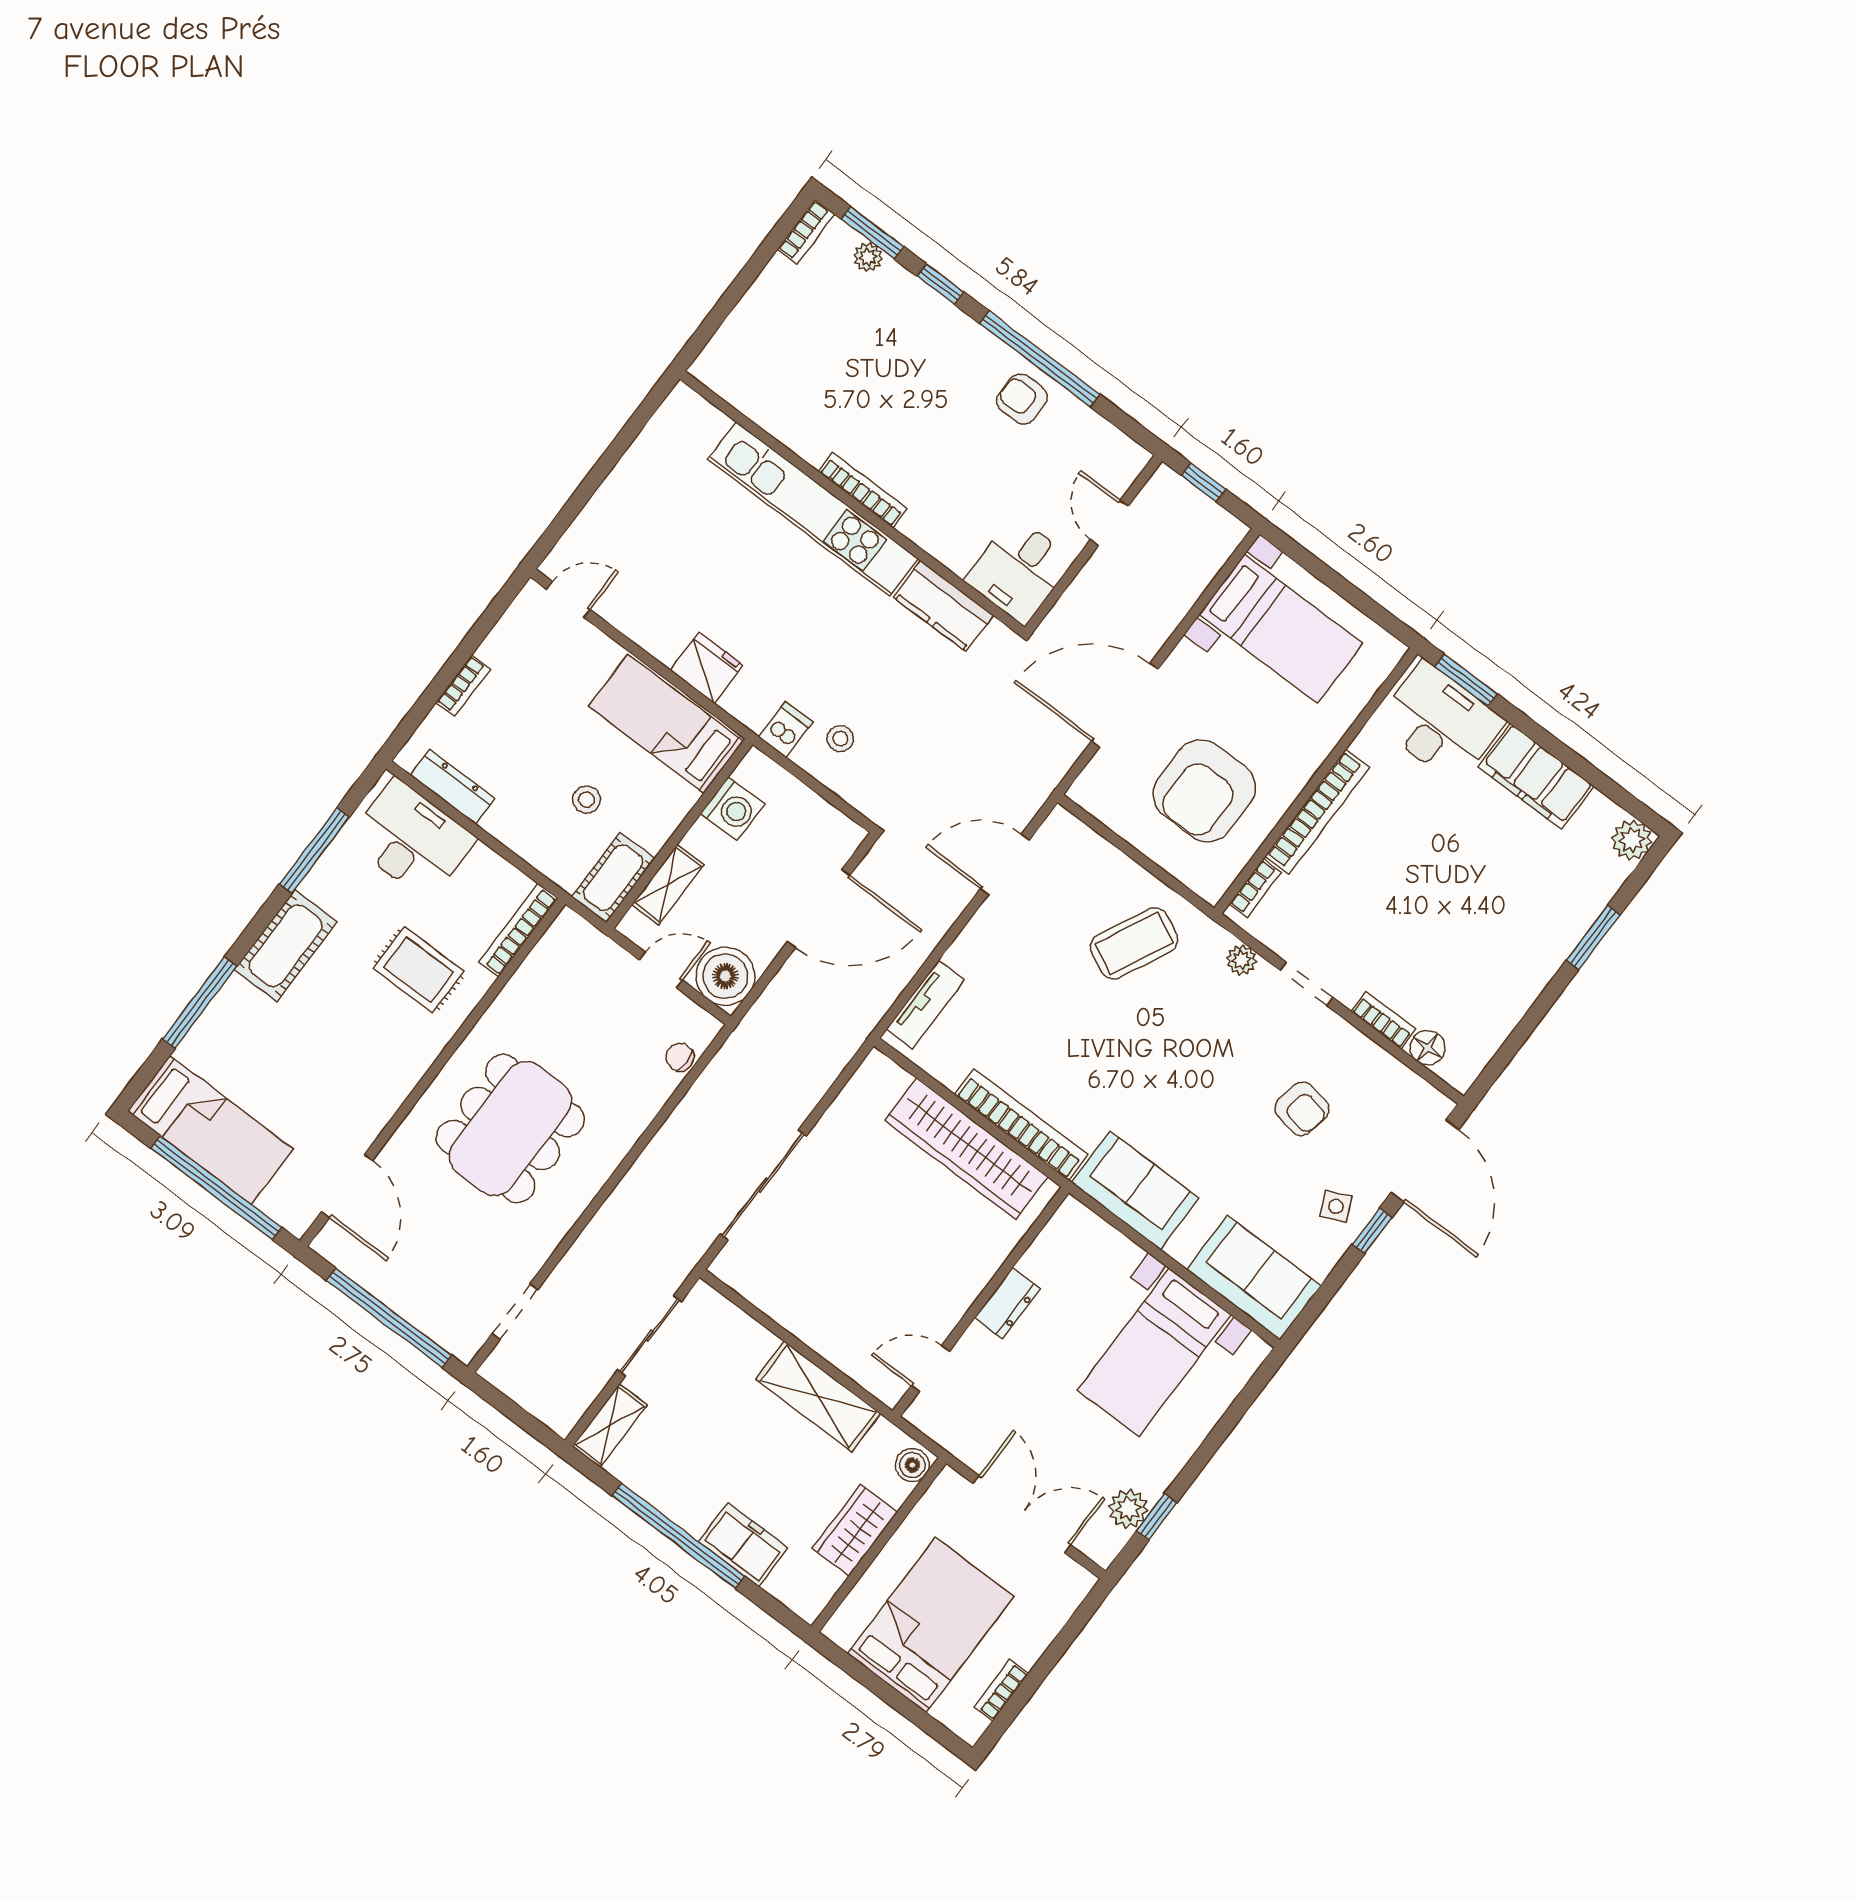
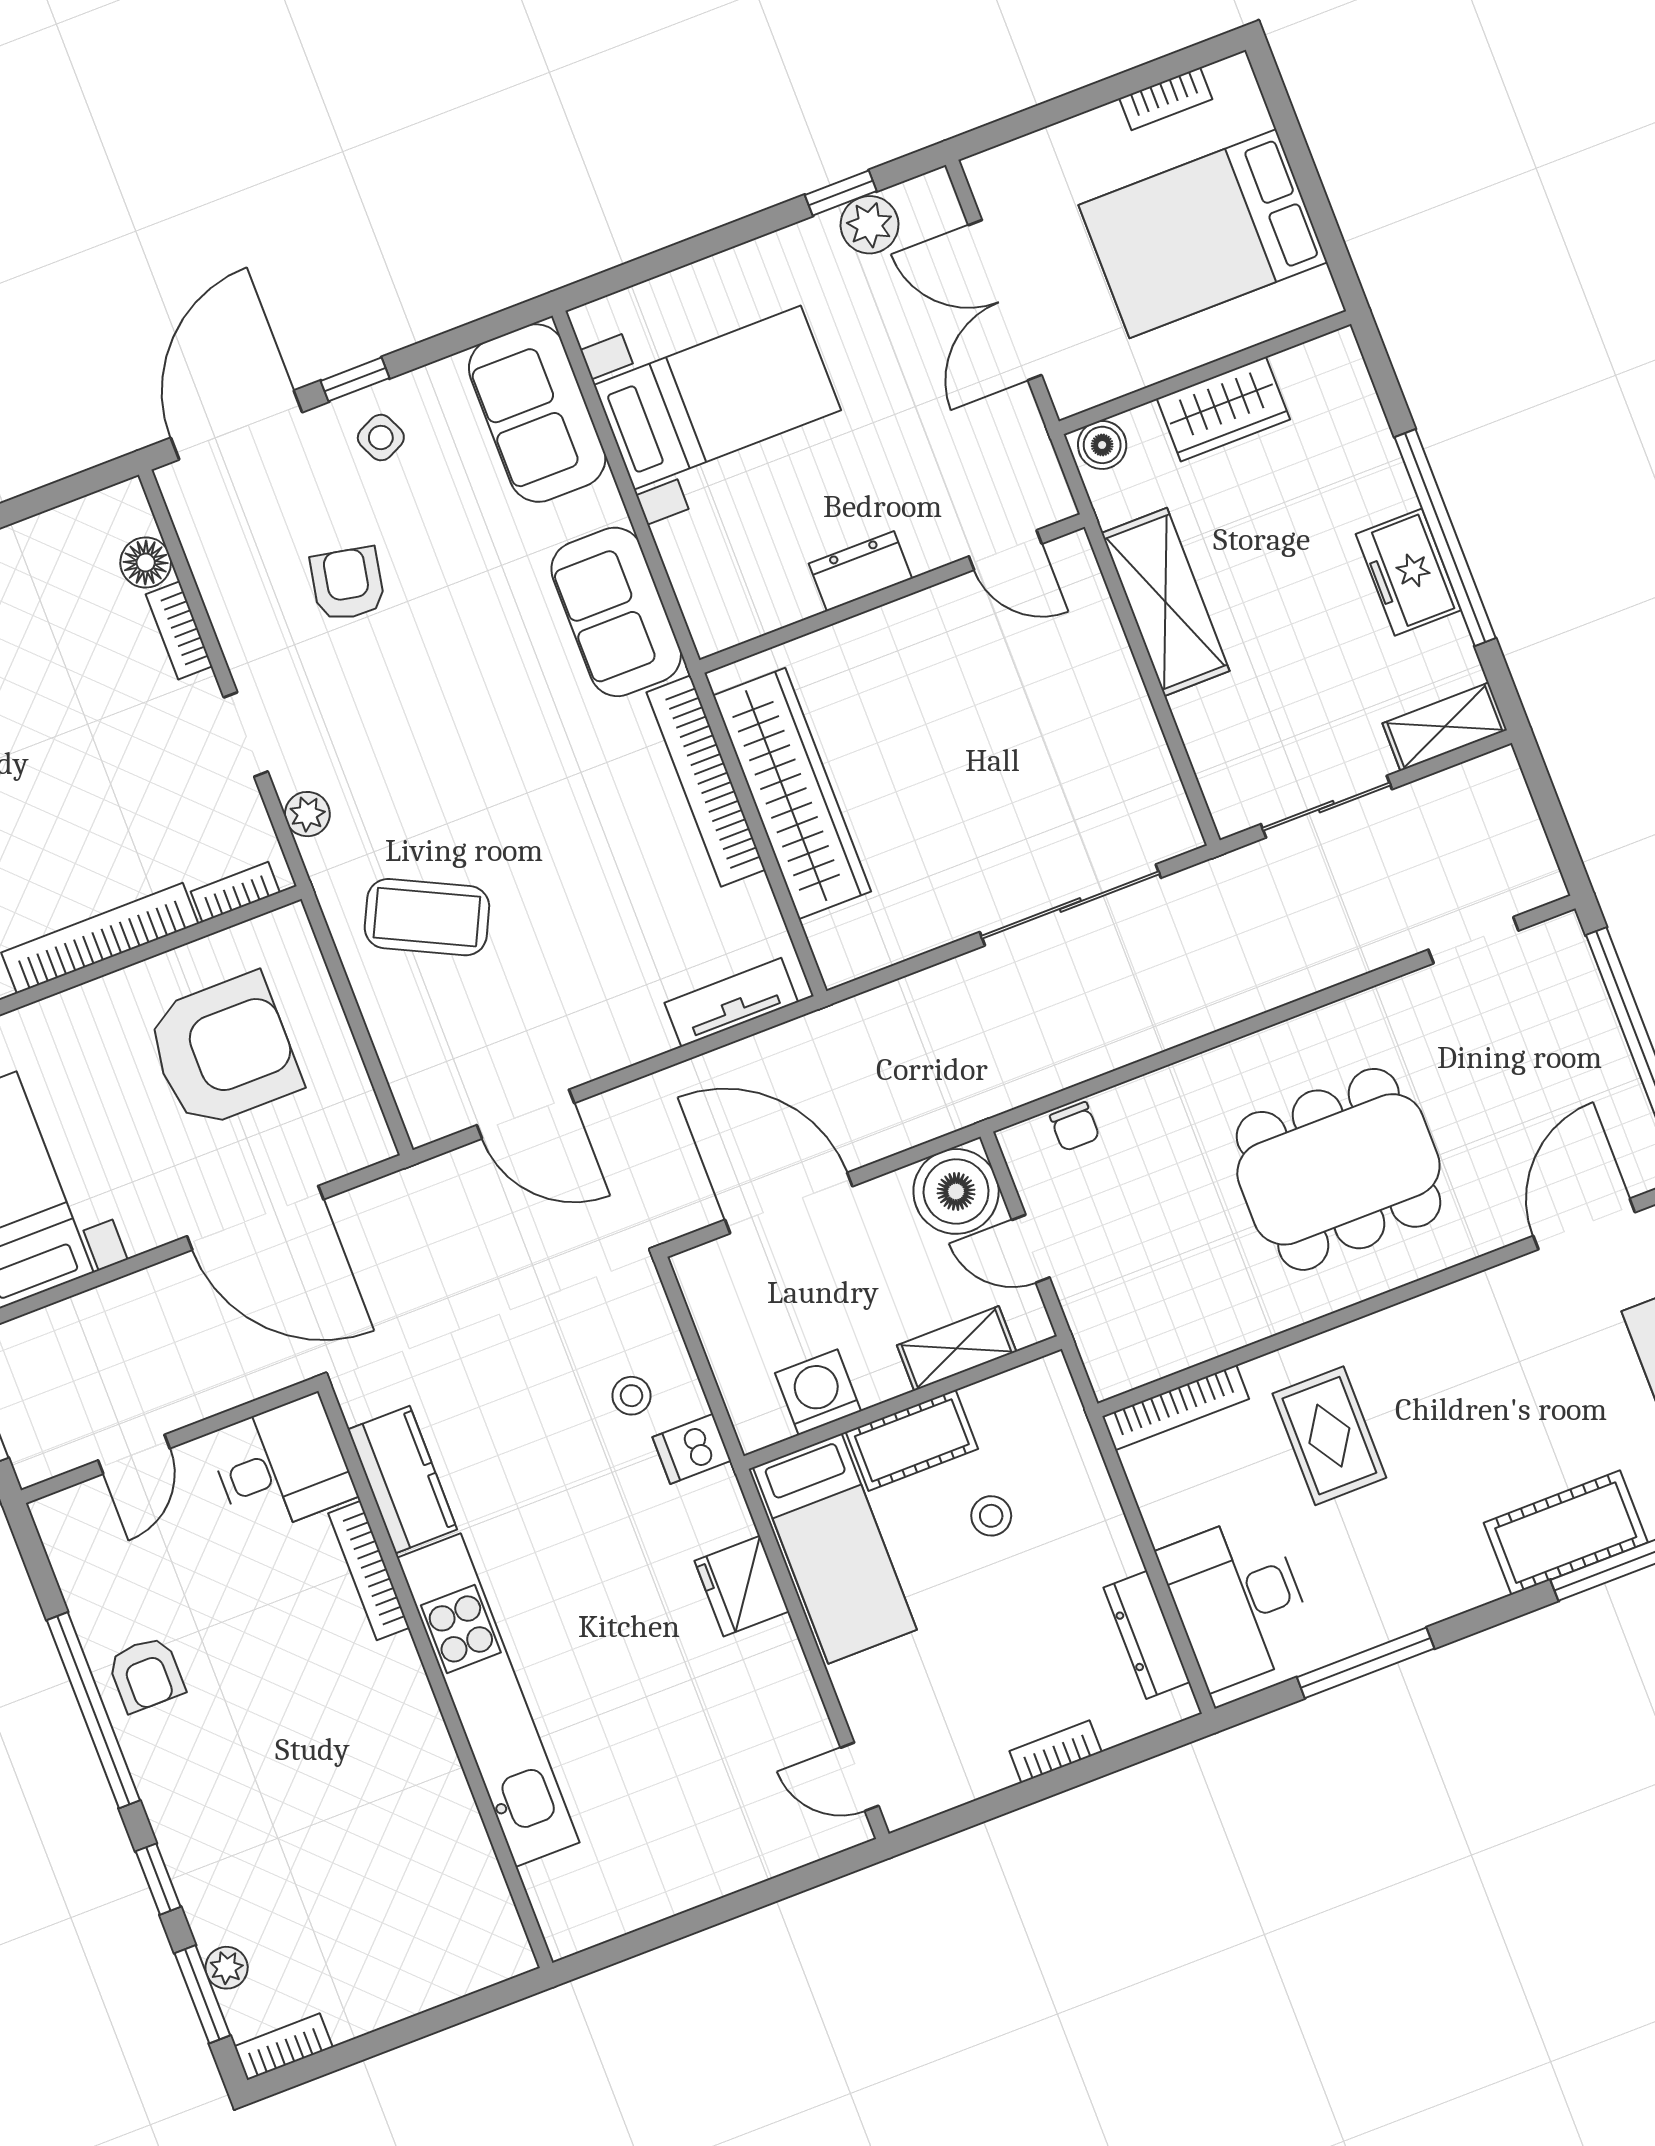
bookcase: (863, 490) -> (369, 1571), moved
cot: (613, 878) -> (912, 1440), moved
cot: (286, 946) -> (1566, 1533), moved
freezer: (743, 1545) -> (1408, 572), moved

